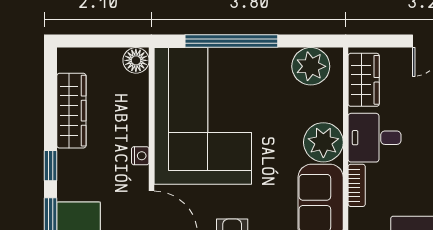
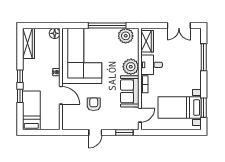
window: (231, 41) -> (107, 26), moved
wardrobe: (71, 111) -> (28, 43), moved

